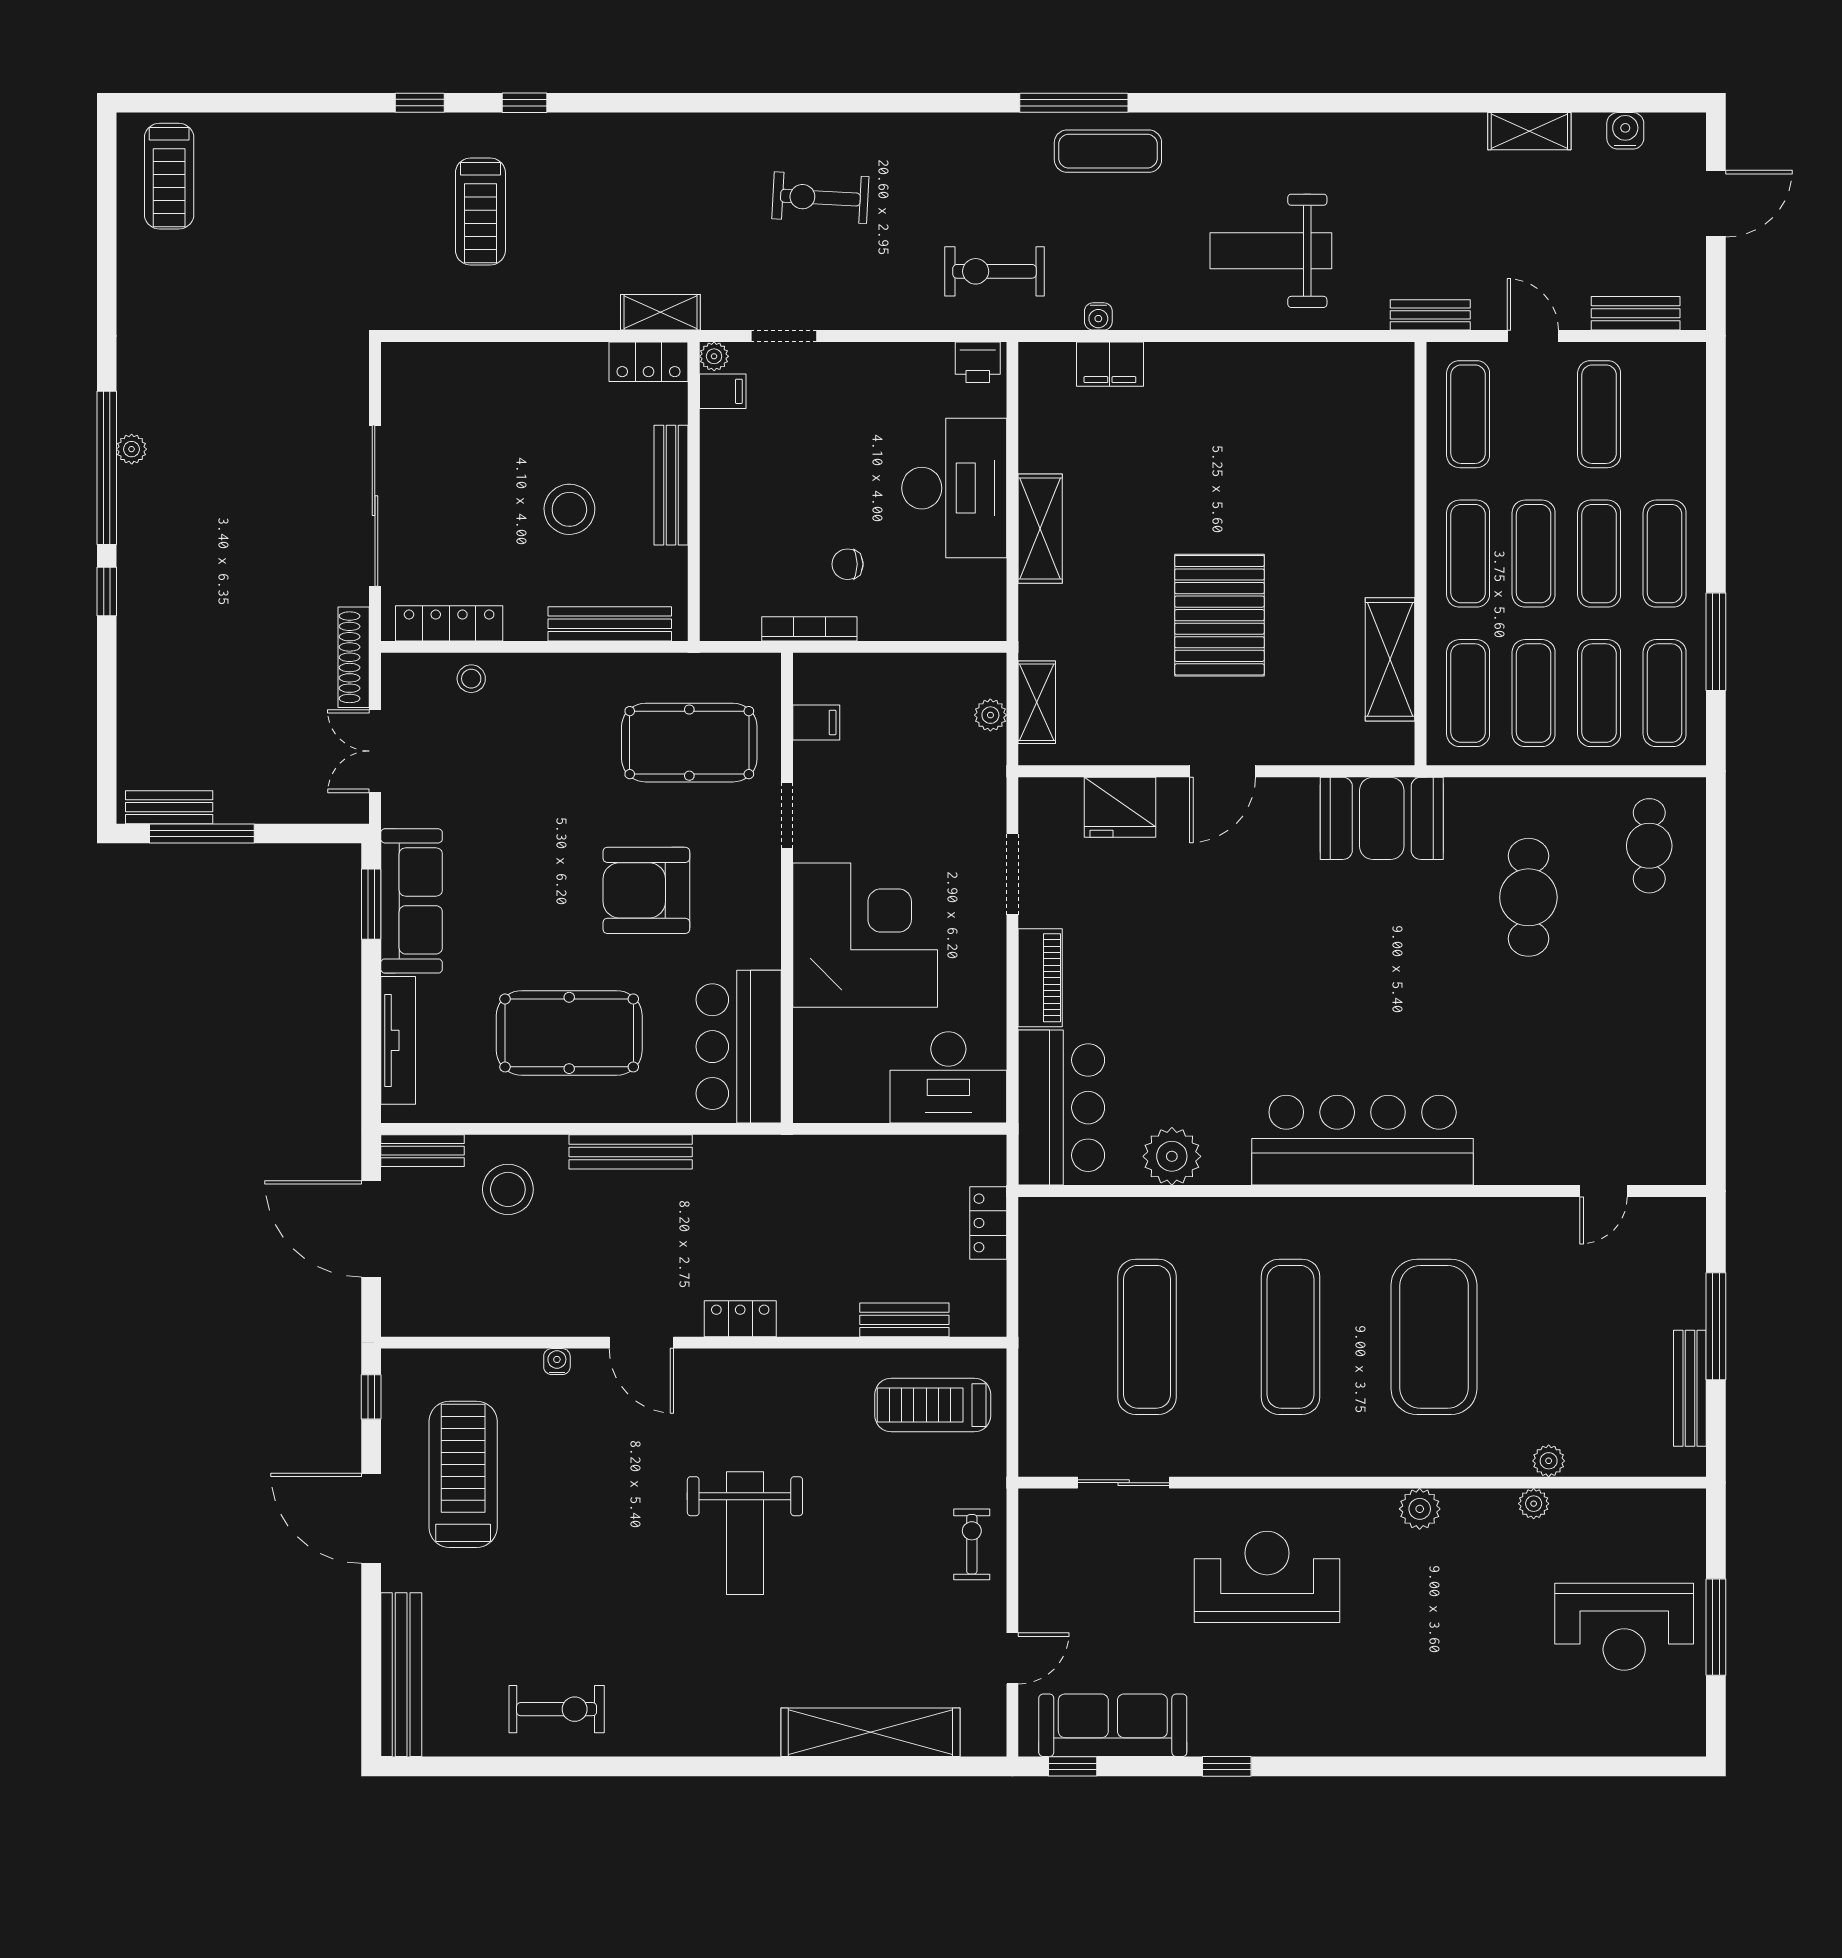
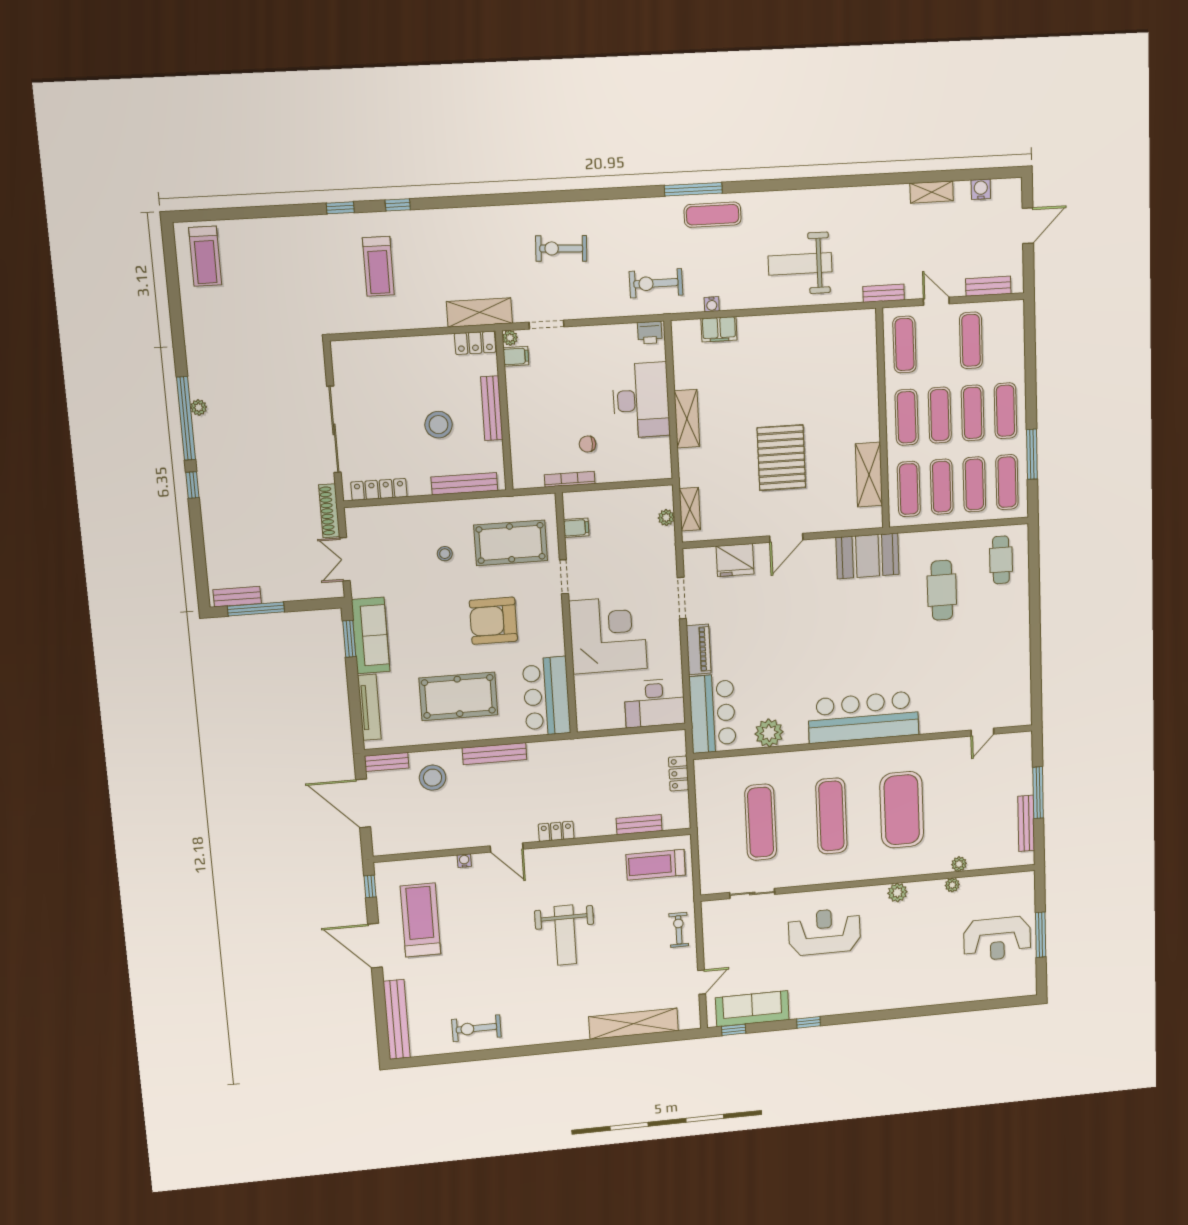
shelving: (660, 312) -> (479, 312), width x1.50, depth x1.33
stool: (471, 679) -> (445, 554), moved
exercise bike: (557, 1709) -> (476, 1028), turned 180

